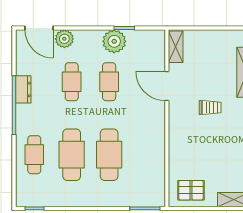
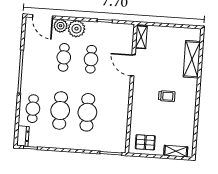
plant: (114, 41) -> (76, 29), moved
dresser: (23, 89) -> (23, 136), moved
trolley: (210, 107) -> (167, 96), moved

